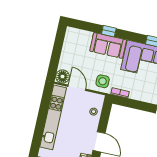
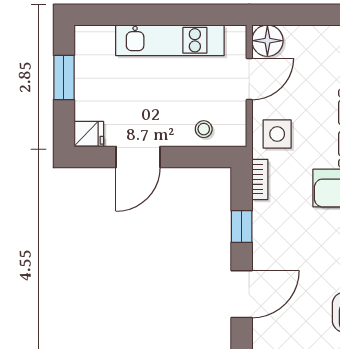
window: (138, 105) -> (242, 226), added
kitchen unit: (53, 117) -> (170, 40), width x0.73

